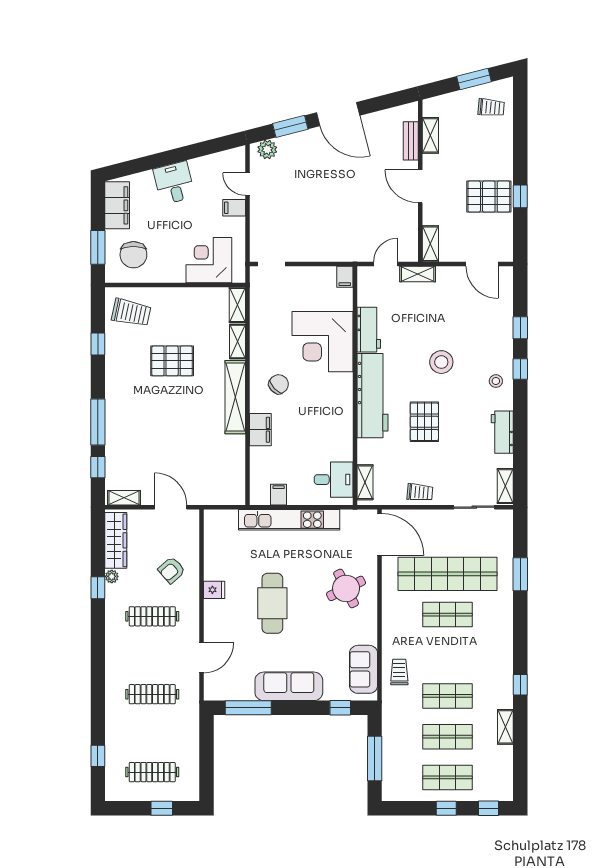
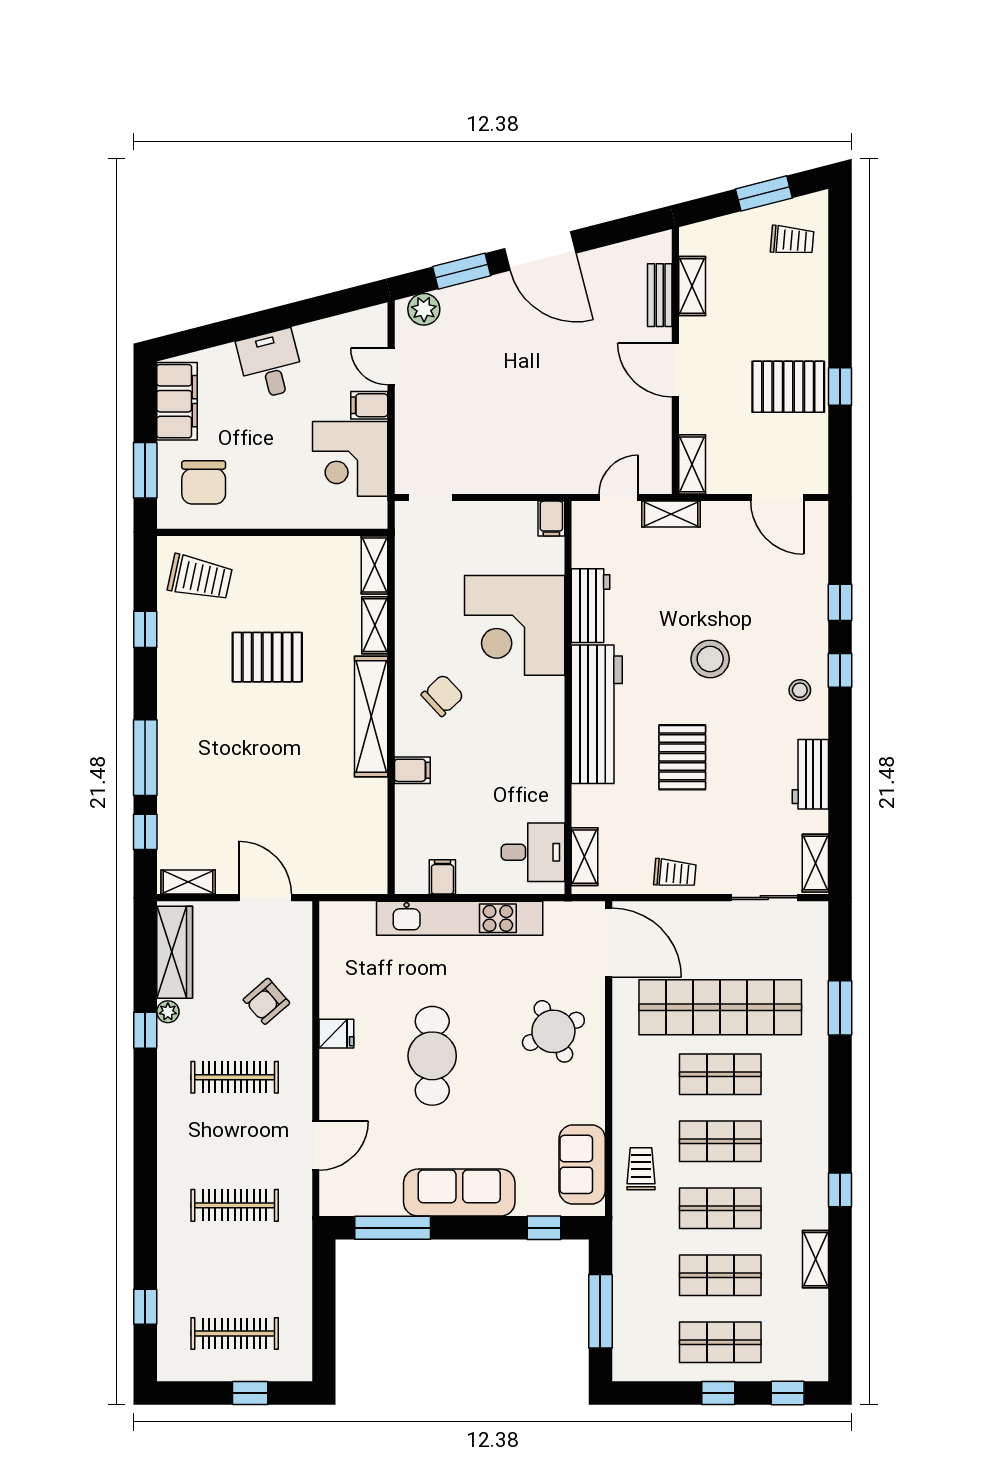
corner desk: (209, 260) -> (350, 459), moved, turned -90
filing cabinet: (260, 430) -> (412, 770), width x0.50
shop shelf: (447, 655) -> (720, 1141), added

